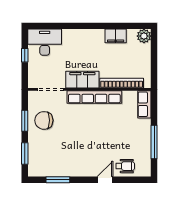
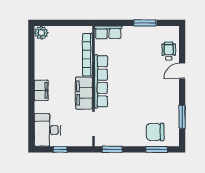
filing cabinet: (116, 36) -> (41, 90), moved
chair: (44, 120) -> (155, 132), moved, turned 90
window: (25, 121) -> (112, 149), moved
window: (154, 142) -> (145, 23), width x0.69
door: (105, 180) -> (182, 71), hinge flipped

